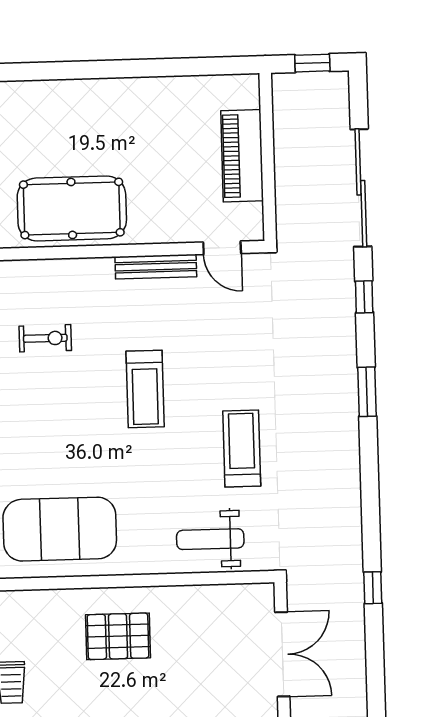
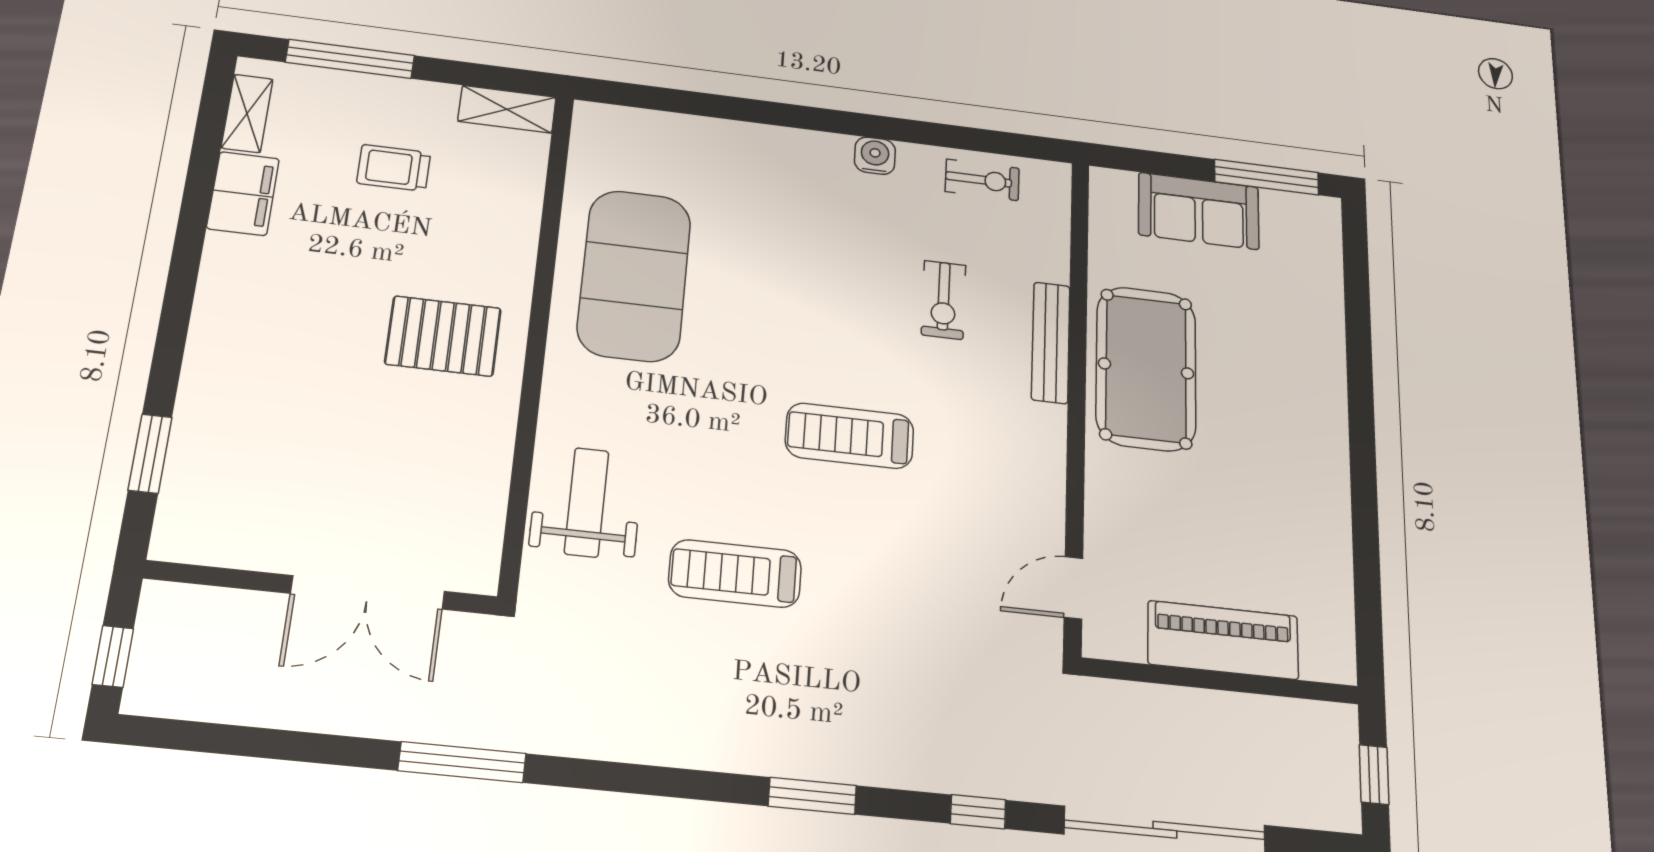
bench: (156, 267) -> (1051, 343), moved
treadmill: (242, 449) -> (735, 574), turned 180
window: (373, 588) -> (462, 762), width x2.17
pallet: (118, 636) -> (443, 336), turned 90

